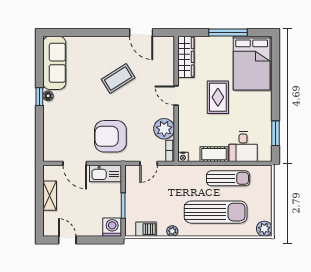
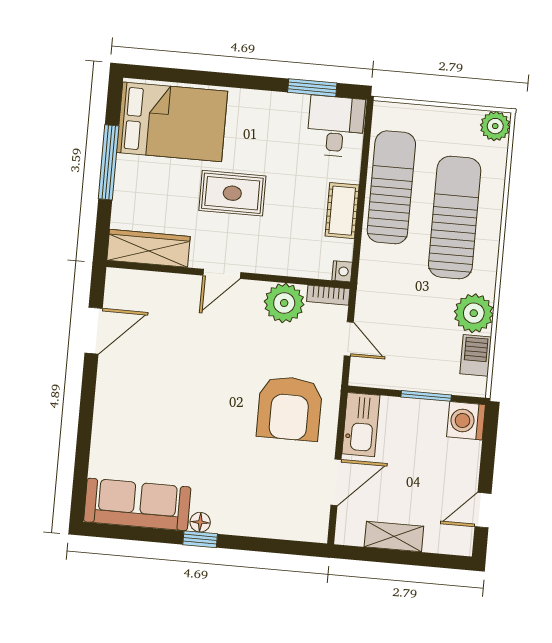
coffee table: (118, 78) -> (179, 383), removed
desk: (243, 147) -> (336, 126), moved, turned -90
sun lounger: (228, 178) -> (391, 187), width x1.36, depth x1.34
plant: (172, 231) -> (474, 313), width x1.87, depth x1.87

